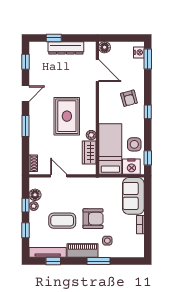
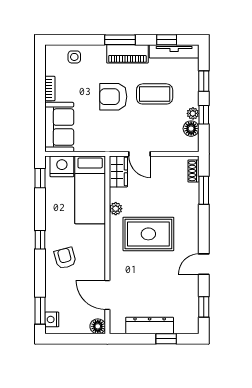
rug: (67, 116) -> (148, 234), turned 90
window: (26, 126) -> (204, 190), moved
side table: (134, 144) -> (58, 196), removed
wardrobe: (89, 152) -> (118, 171), moved
door: (59, 176) -> (140, 154), moved
side table: (107, 241) -> (74, 57), moved
window: (99, 261) -> (120, 40), moved

